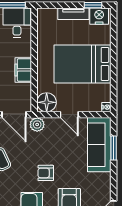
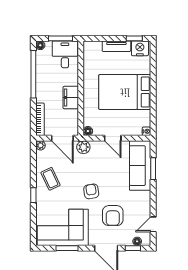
floor lamp: (47, 102) -> (88, 131), width x0.53, depth x0.53
armchair: (46, 173) -> (91, 191), turned 81

